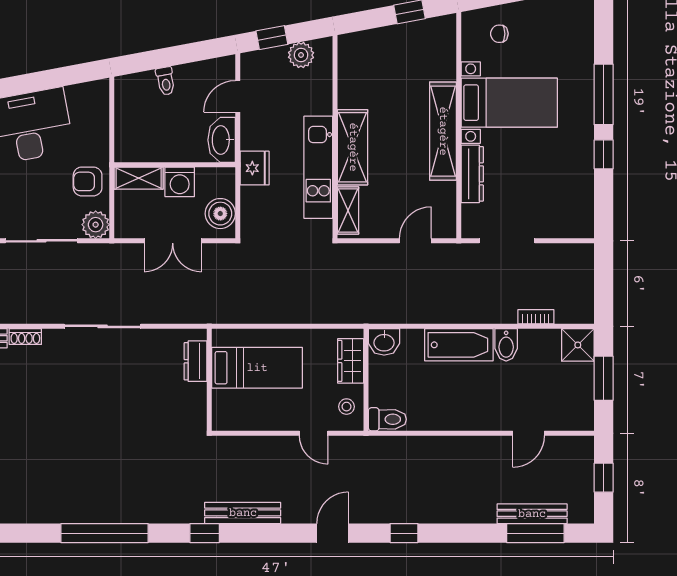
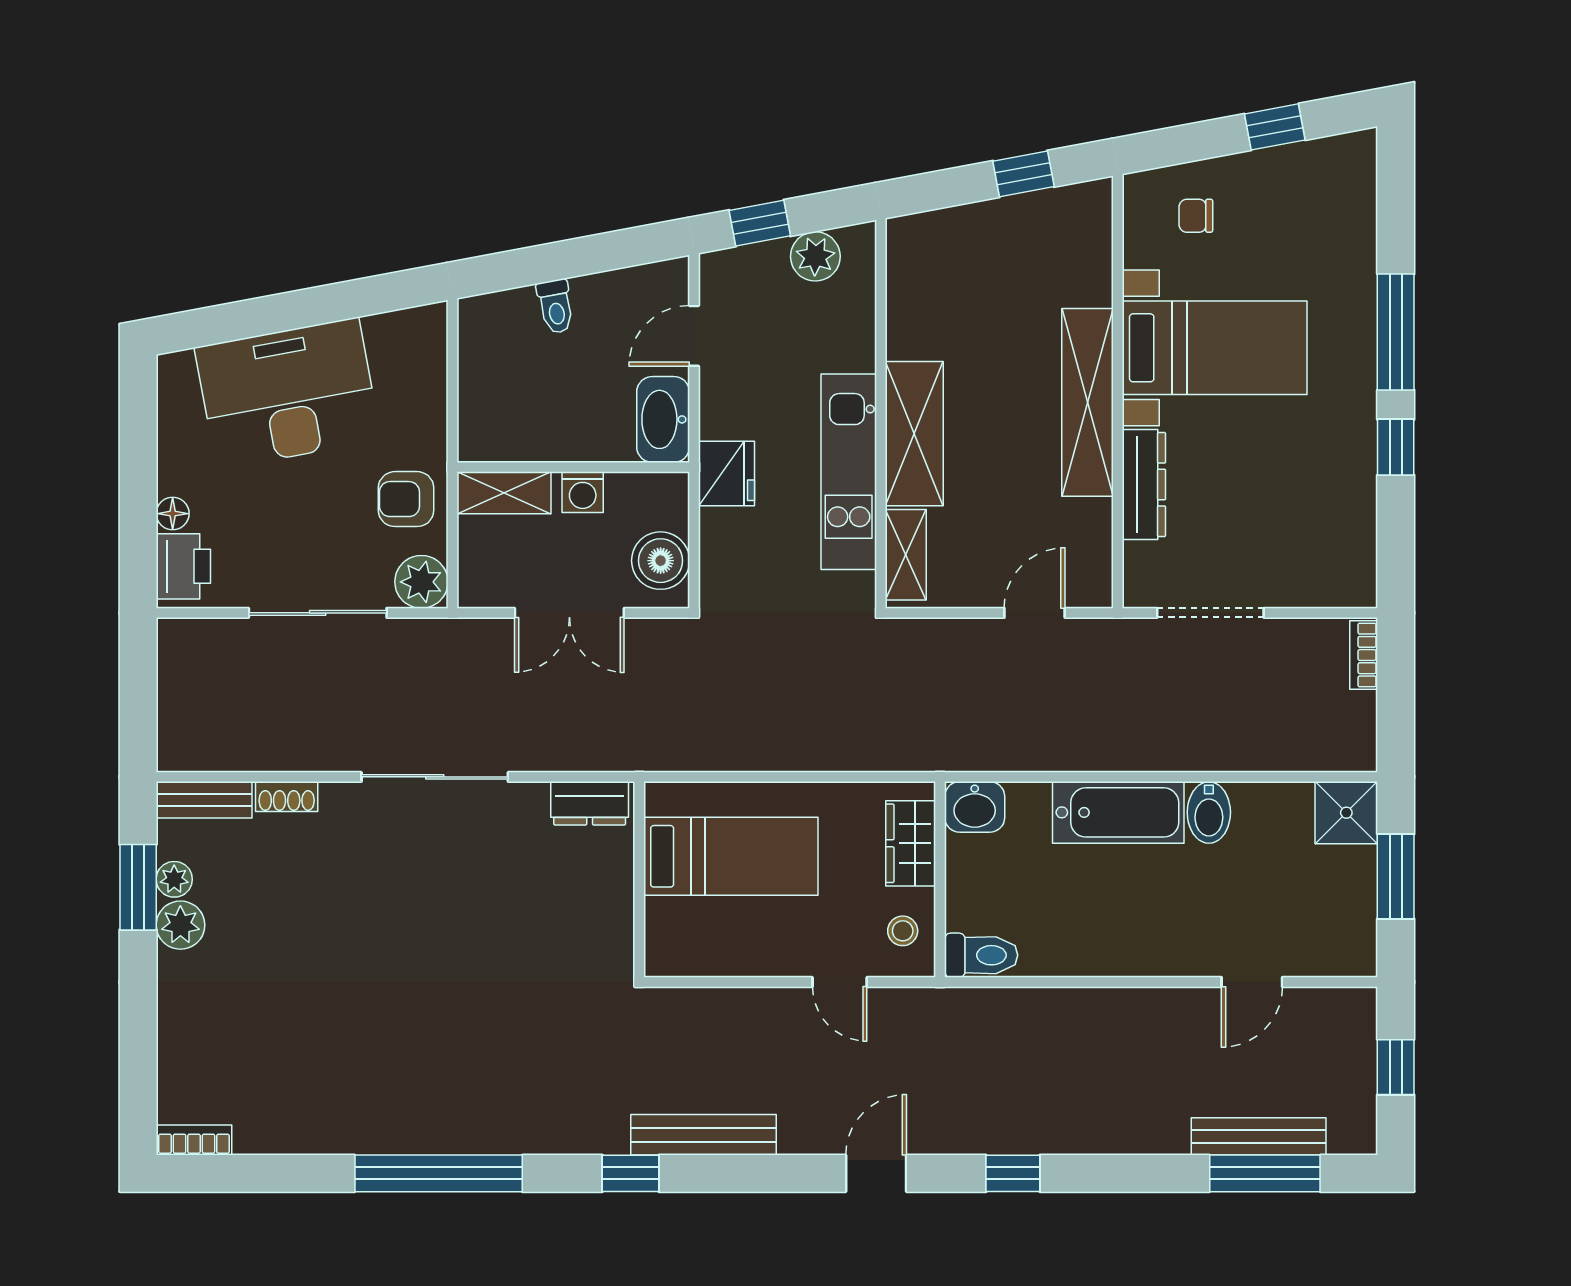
washing machine: (180, 182) -> (583, 492), width x0.73, depth x0.73
bookcase: (536, 317) -> (1364, 655), moved, turned -90
dresser: (195, 361) -> (590, 803), moved, turned -90

